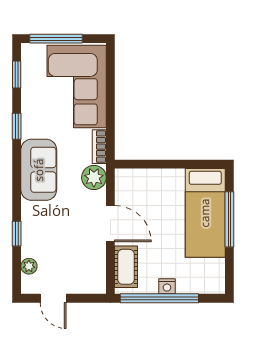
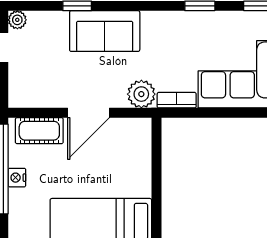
sofa: (39, 170) -> (105, 31), moved
plant: (29, 266) -> (17, 20), moved

